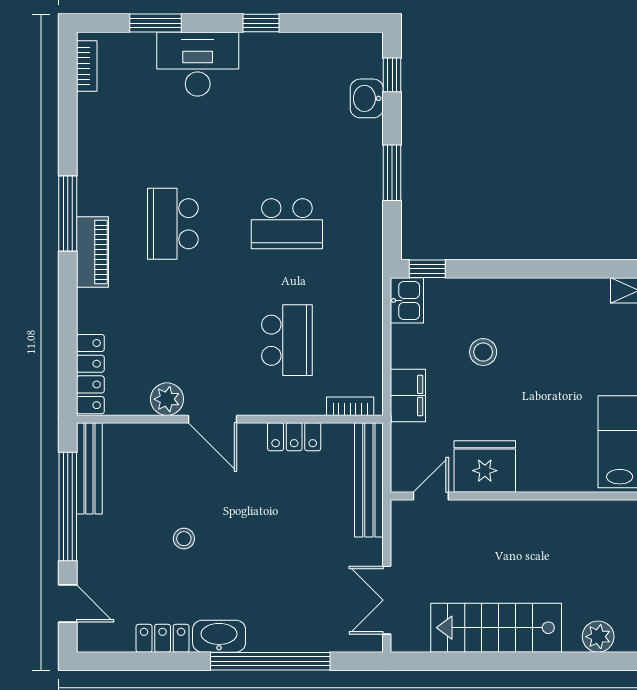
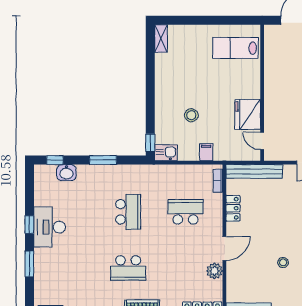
window: (156, 23) -> (29, 264), moved
desk: (198, 64) -> (50, 227), moved
filing cabinet: (408, 395) -> (206, 152), width x0.50

